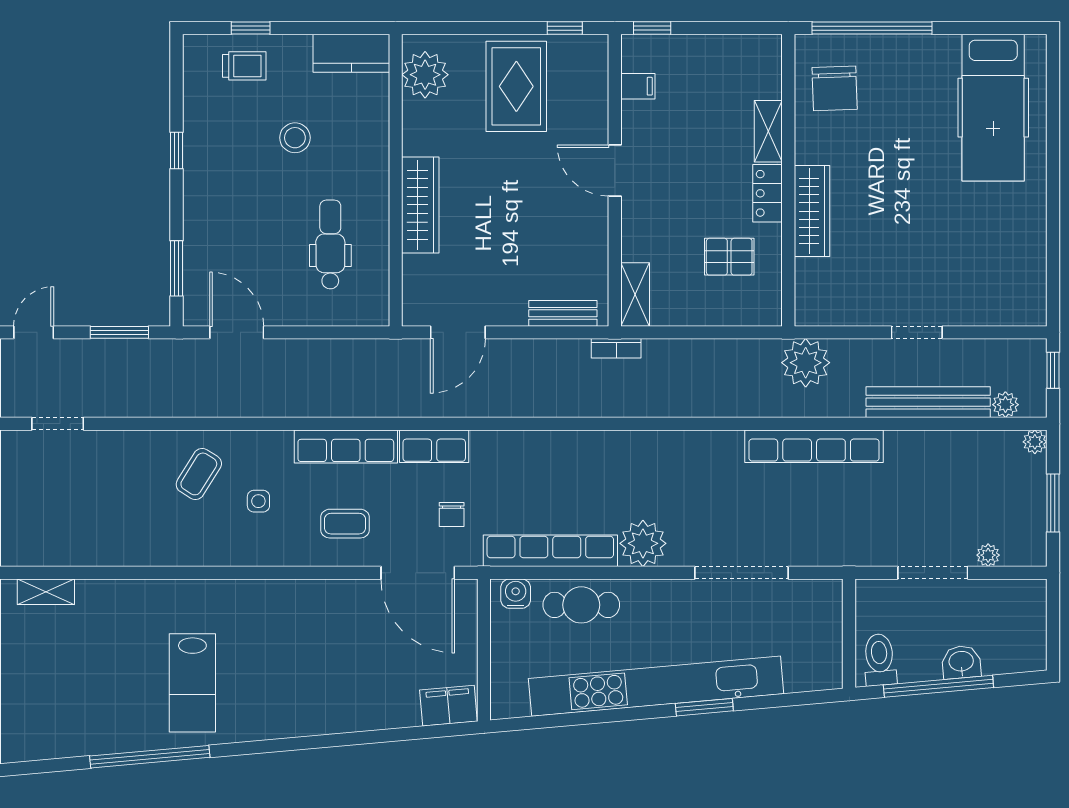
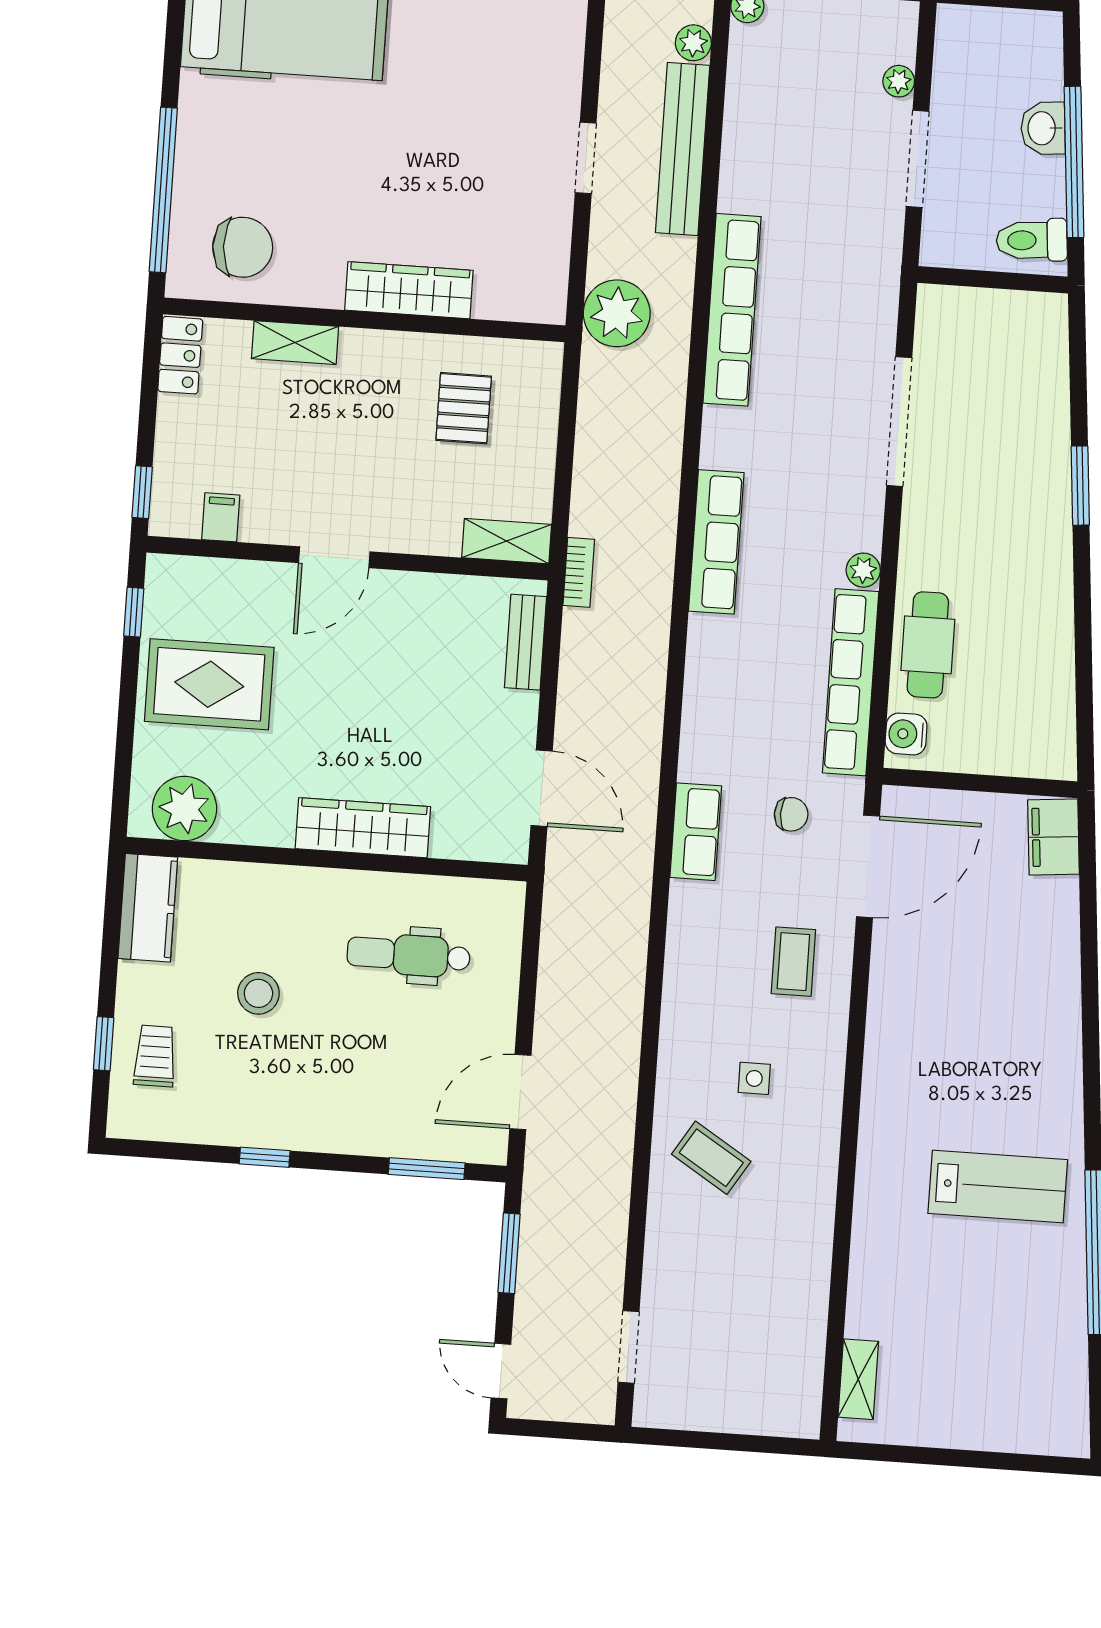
locker: (768, 193) -> (180, 355), moved, turned -90
row of seats: (346, 446) -> (716, 542), moved
plant: (643, 543) -> (863, 570), width x0.53, depth x0.53
kitchen unit: (656, 686) -> (1047, 550), removed

